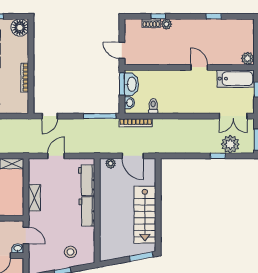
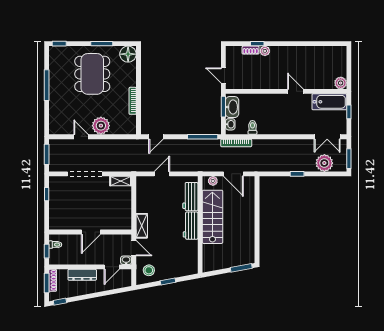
window: (214, 16) -> (309, 44), removed
window: (218, 156) -> (297, 174), moved
shelving: (34, 198) -> (142, 226), moved
stairs: (145, 215) -> (212, 217), moved, turned 180
stool: (70, 252) -> (149, 270), moved

